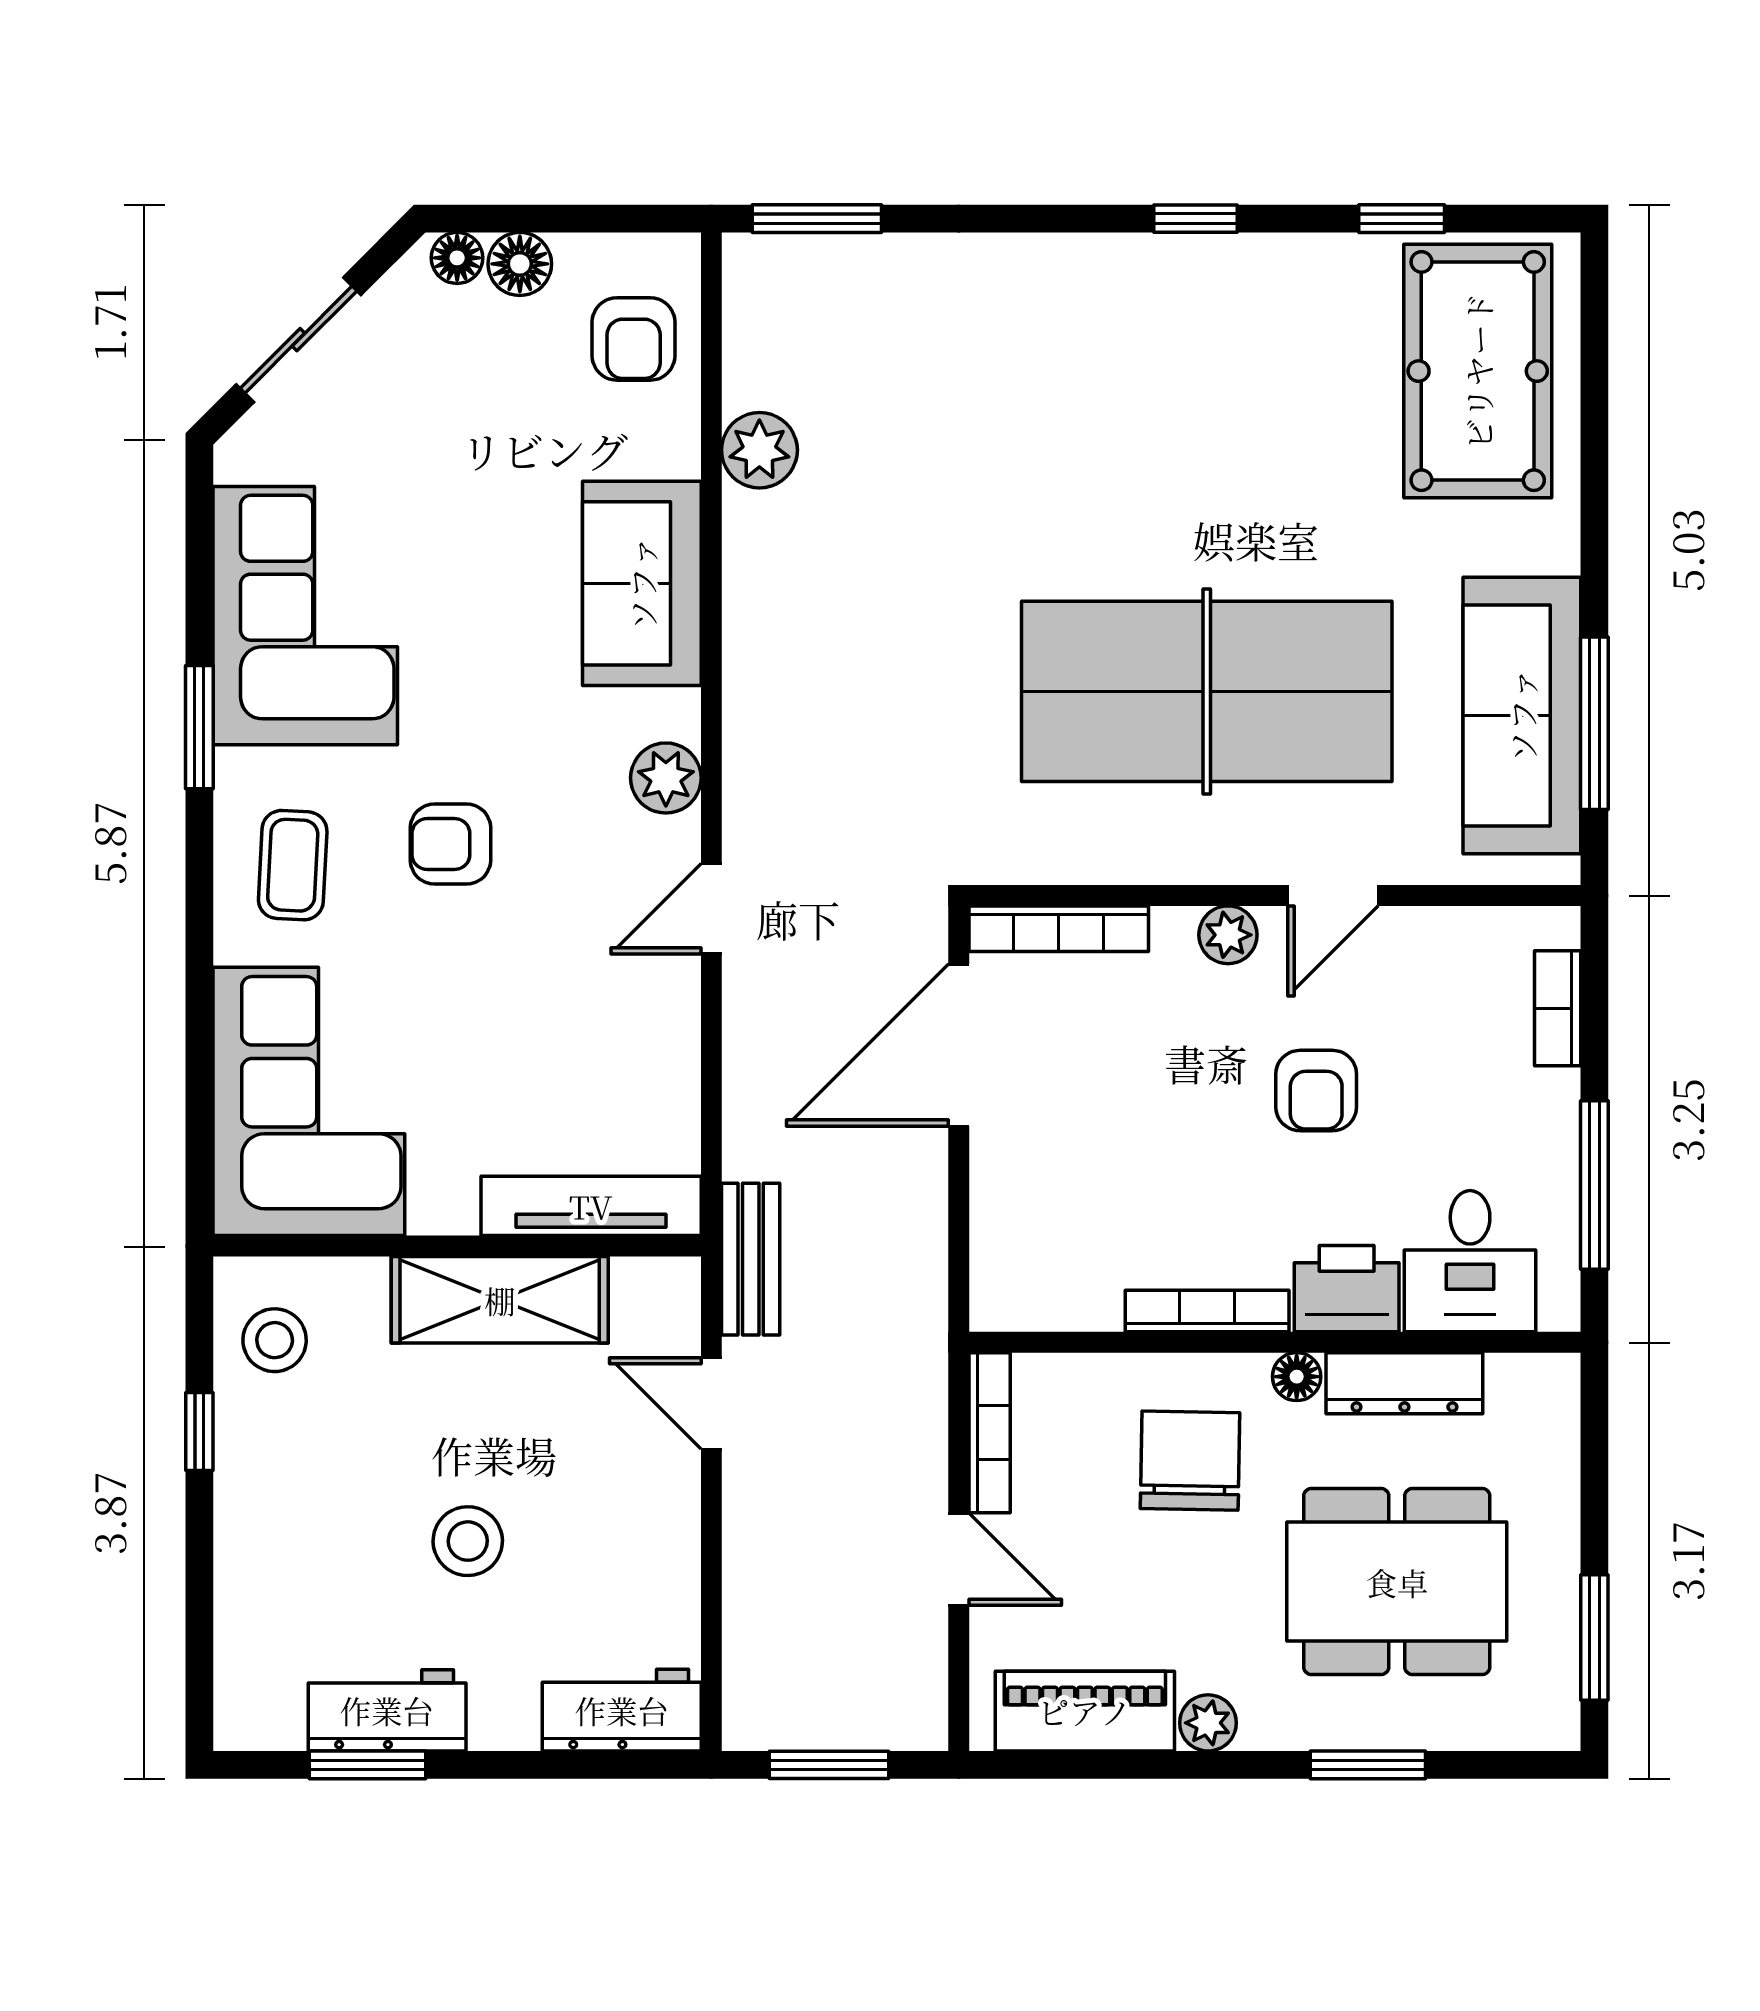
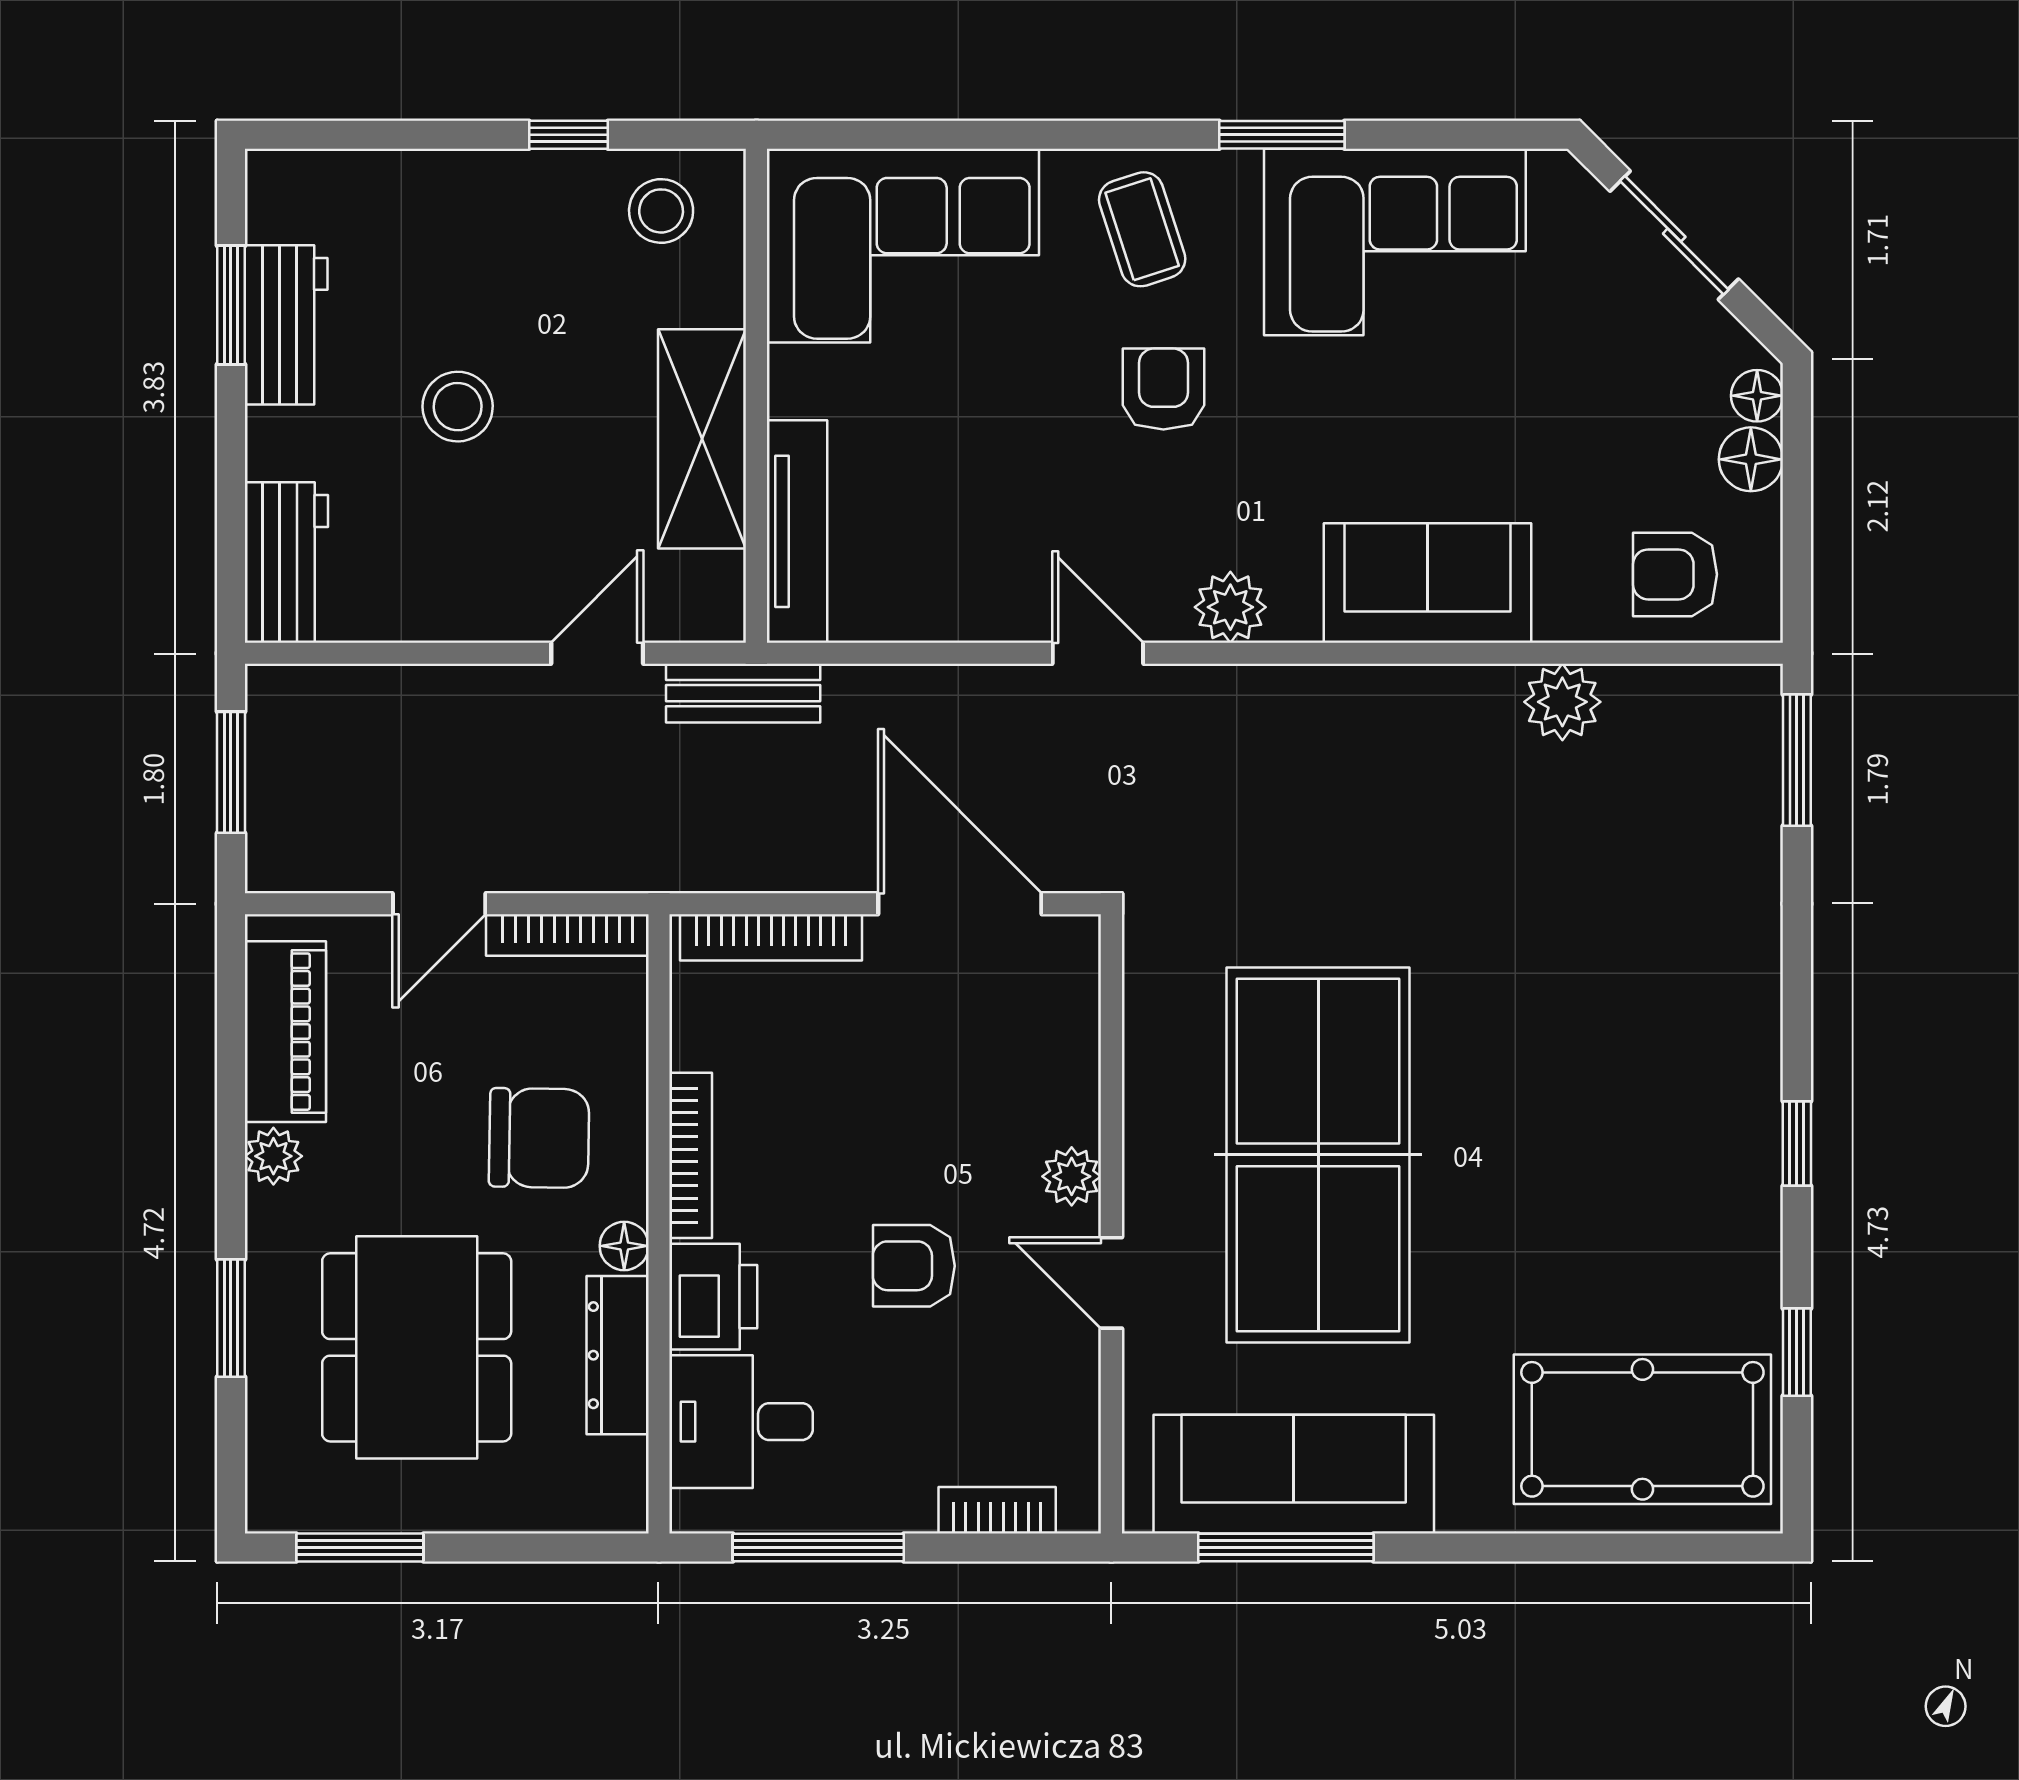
coffee table: (293, 865) -> (1142, 229), turned 69
bookcase: (1059, 929) -> (771, 937), moved, turned -90

